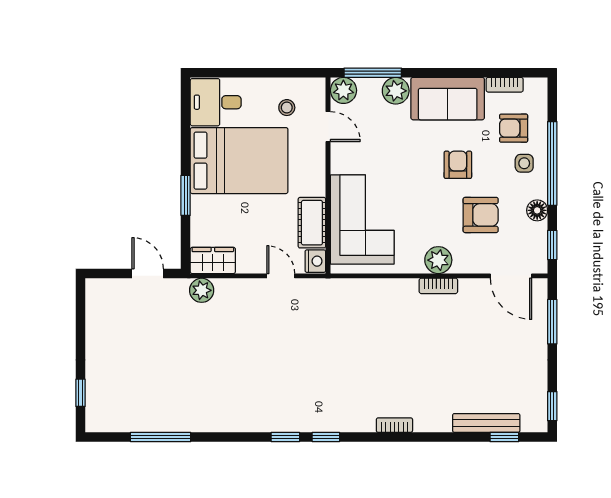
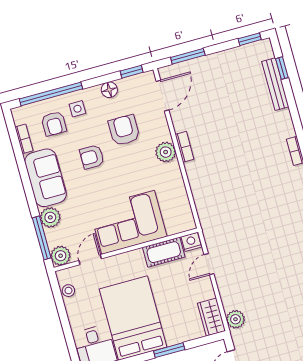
stool: (287, 108) -> (68, 291), moved
window: (552, 163) -> (51, 94), moved
corner sofa: (362, 220) -> (128, 222), moved

